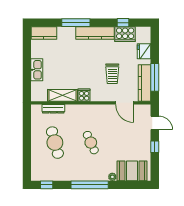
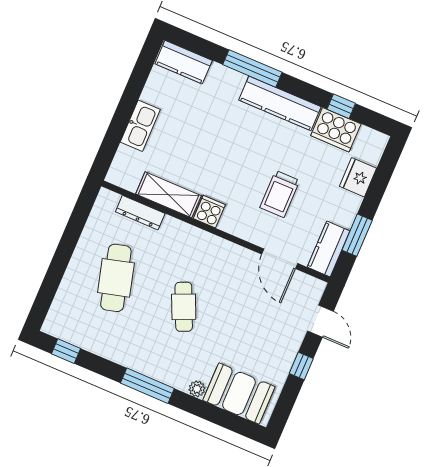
window: (155, 77) -> (357, 235), width x0.69
kitchen counter: (145, 83) -> (329, 249), width x0.67
window: (90, 185) -> (147, 386), width x0.68

